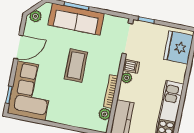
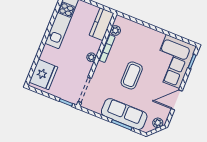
dishwasher: (131, 66) -> (86, 66), removed

